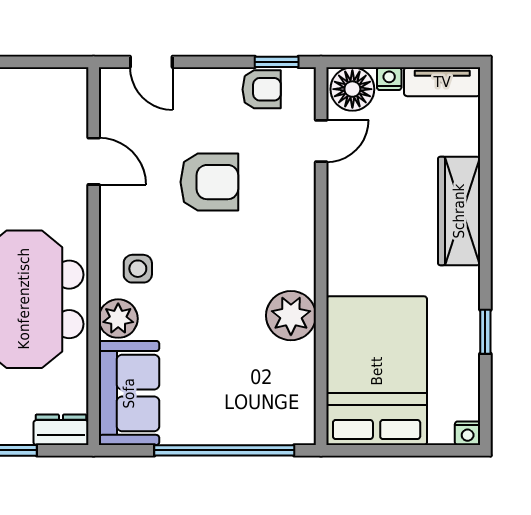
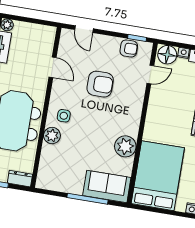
sofa: (129, 393) -> (107, 187), moved, turned -90
window: (224, 450) -> (88, 199), width x0.68

